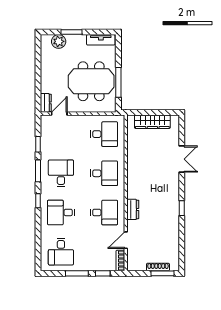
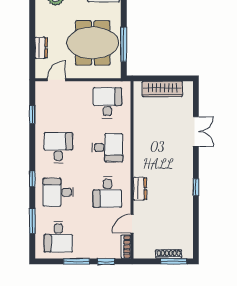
dresser: (46, 103) -> (41, 48), moved
desk: (104, 134) -> (107, 103), turned -90
window: (38, 171) -> (32, 221), moved
desk: (104, 212) -> (107, 192), turned 90

